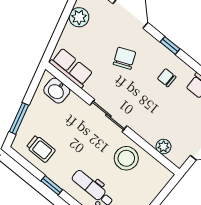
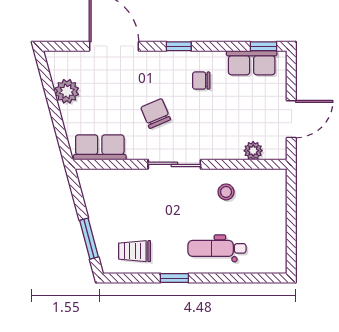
chair: (124, 58) -> (156, 113), moved
washbasin: (57, 91) -> (104, 181), removed
trolley: (41, 149) -> (135, 251), turned 180
stool: (126, 158) -> (226, 192), width x0.53, depth x0.53

